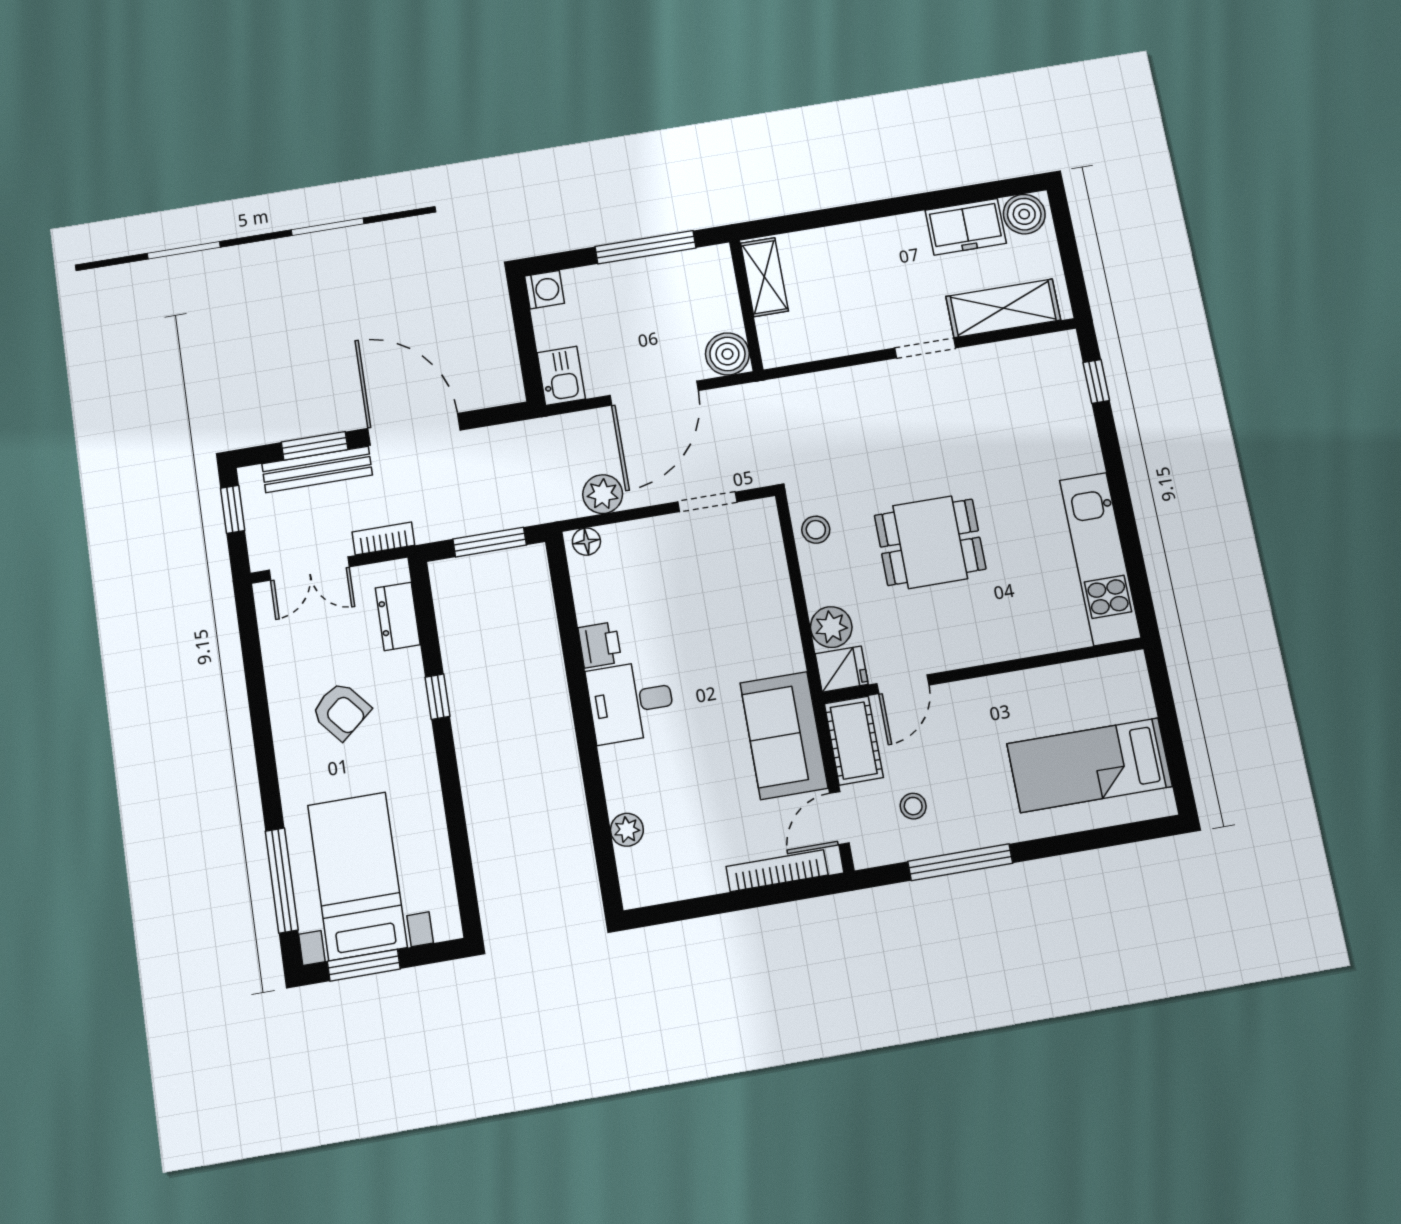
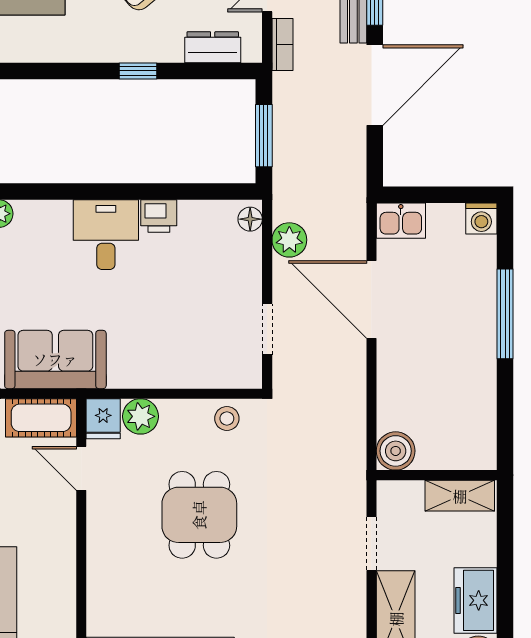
shelving: (764, 277) -> (460, 496), moved
wall: (746, 306) -> (437, 475), moved
boiler: (727, 354) -> (396, 451), moved

